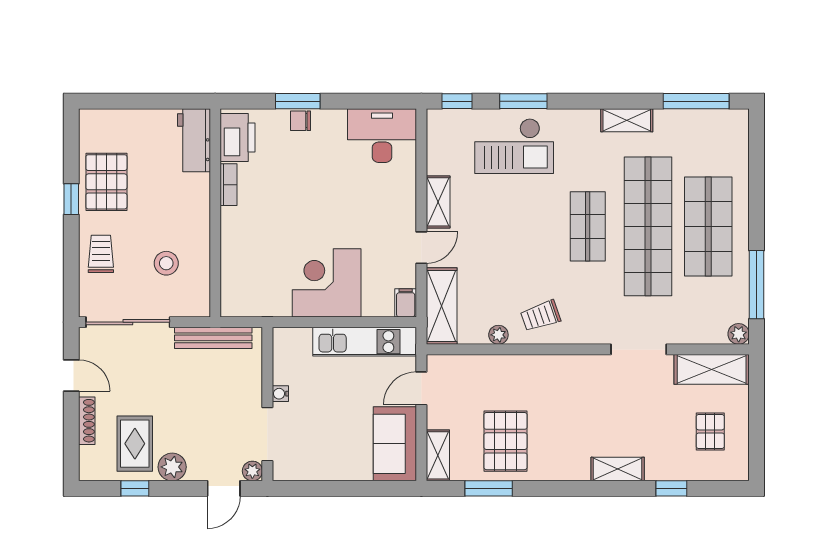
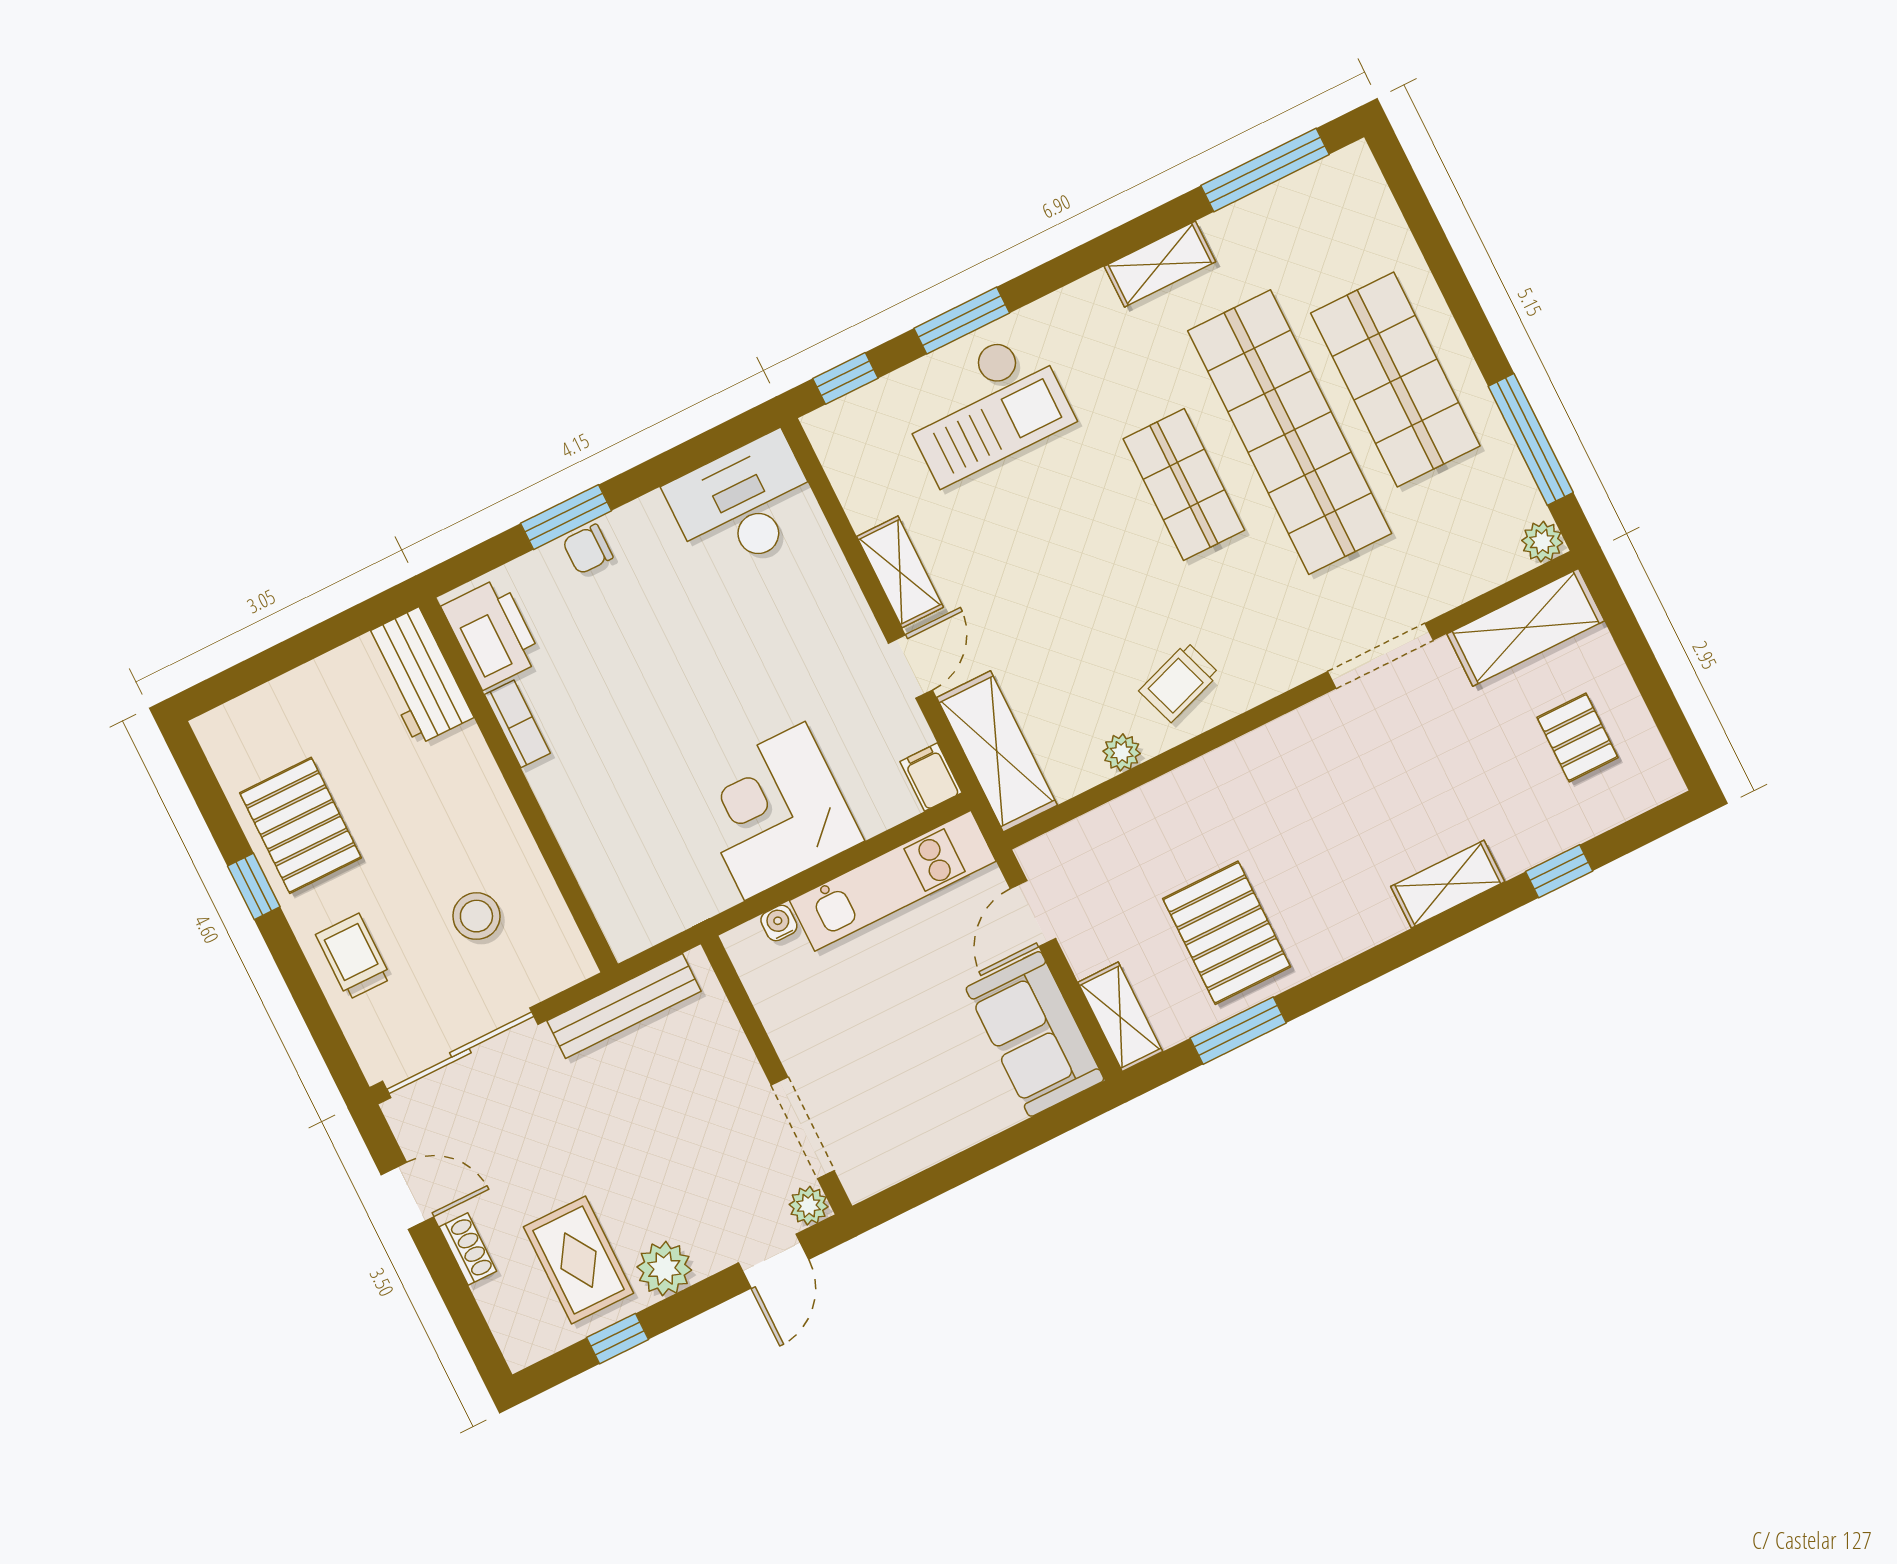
water cooler: (280, 394) -> (779, 923), moved, turned 90
shoe rack: (87, 421) -> (468, 1249), width x0.70

